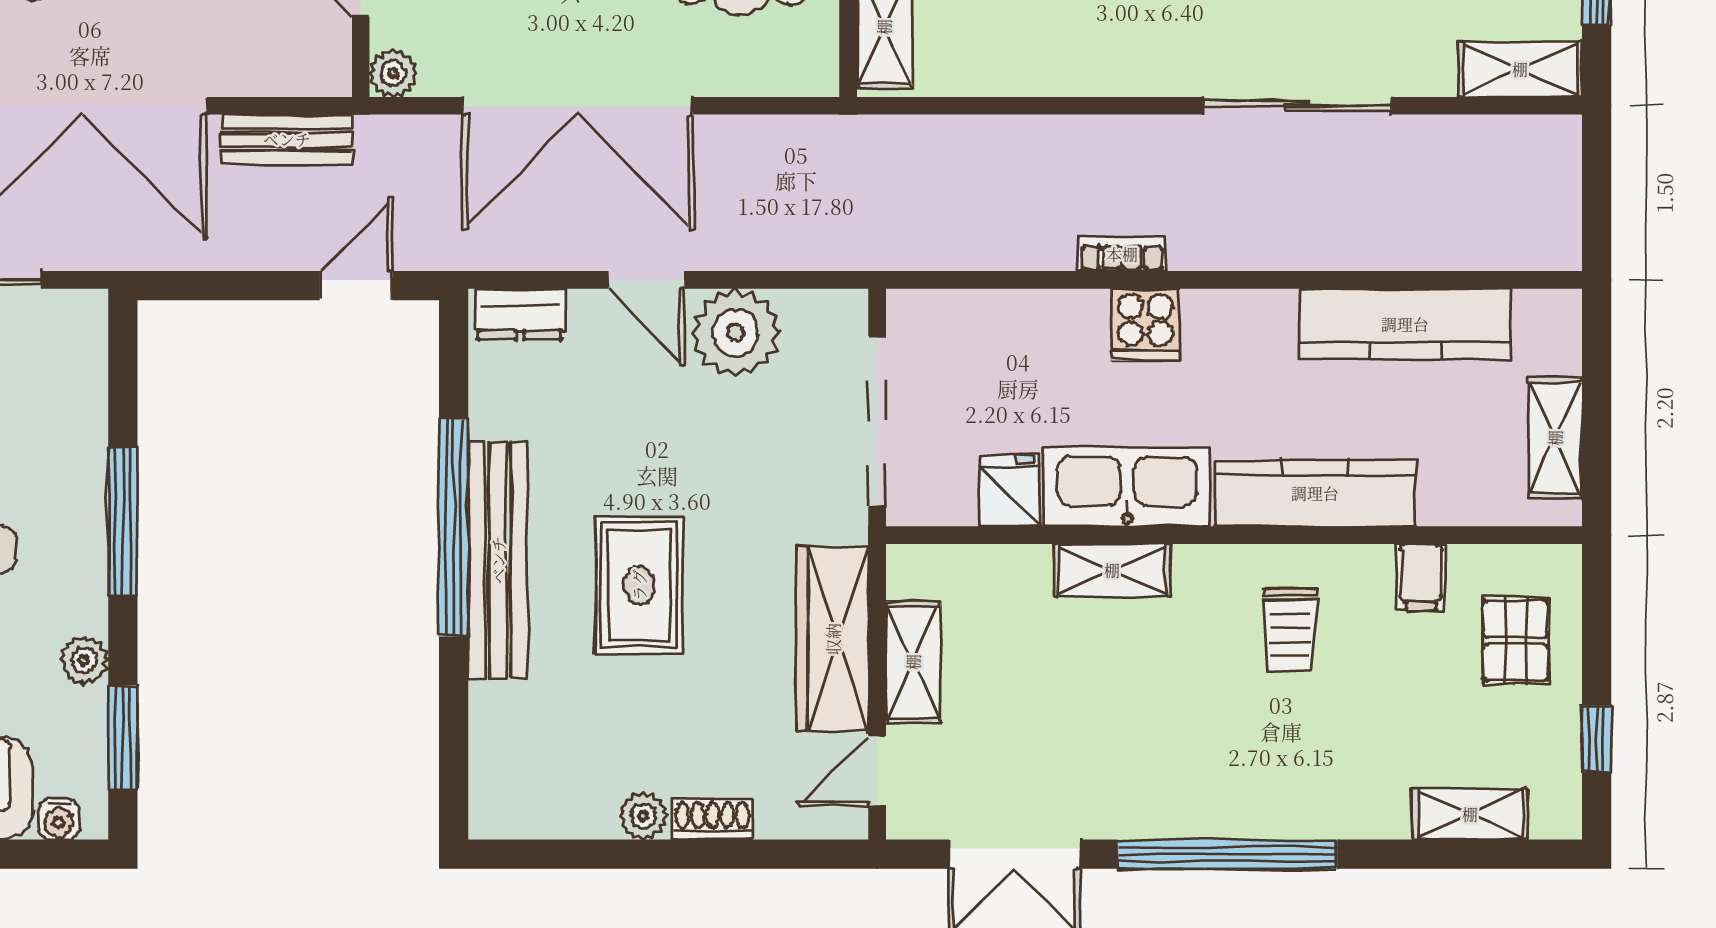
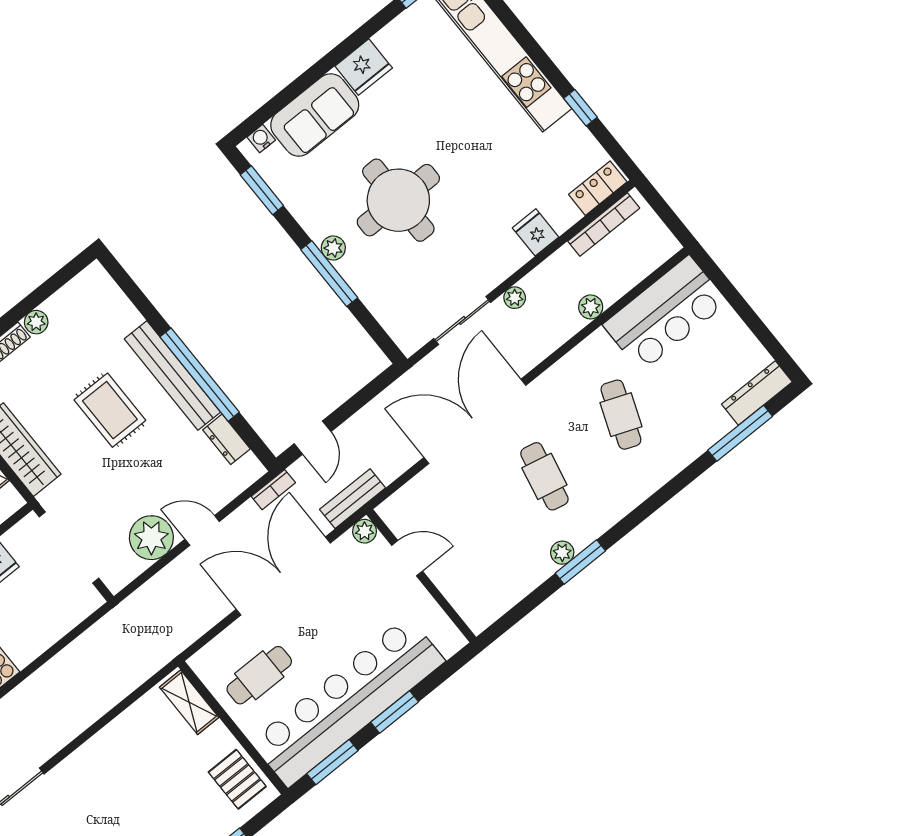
bench: (287, 139) -> (353, 499), moved
bookcase: (1122, 254) -> (273, 490), moved
dresser: (520, 314) -> (226, 439), moved, turned -90
plant: (84, 660) -> (333, 248), moved

